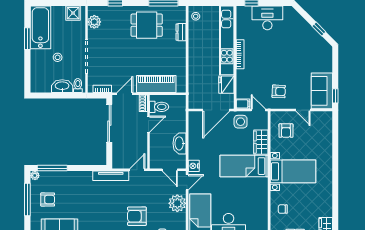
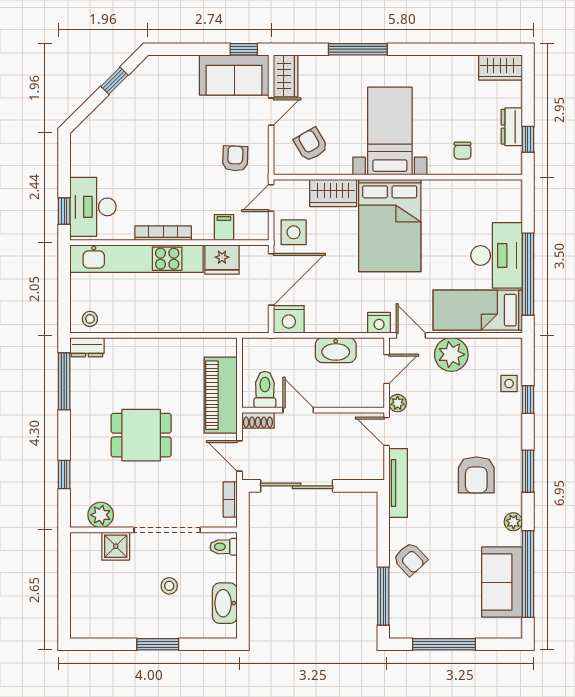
shower: (73, 13) -> (116, 546), moved
desk: (267, 18) -> (93, 207), moved
dining table: (147, 25) -> (141, 435), moved, turned 90
bathtub: (40, 27) -> (111, 619), removed
dresser: (181, 32) -> (87, 347), moved
window: (27, 39) -> (158, 644), moved
washbasin: (62, 86) -> (225, 603), moved
filing cabinet: (243, 104) -> (224, 228), moved
door: (216, 110) -> (271, 279), hinge flipped
wardrobe: (321, 118) -> (286, 76), added
nightstand: (195, 119) -> (289, 319), added
armchair: (286, 131) -> (311, 144), turned -120
window: (335, 155) -> (358, 49), added
bed: (244, 166) -> (390, 226), width x1.50
plant: (35, 175) -> (398, 403), moved
armchair: (48, 200) -> (410, 559), moved, turned 137
armchair: (137, 216) -> (476, 475), moved

